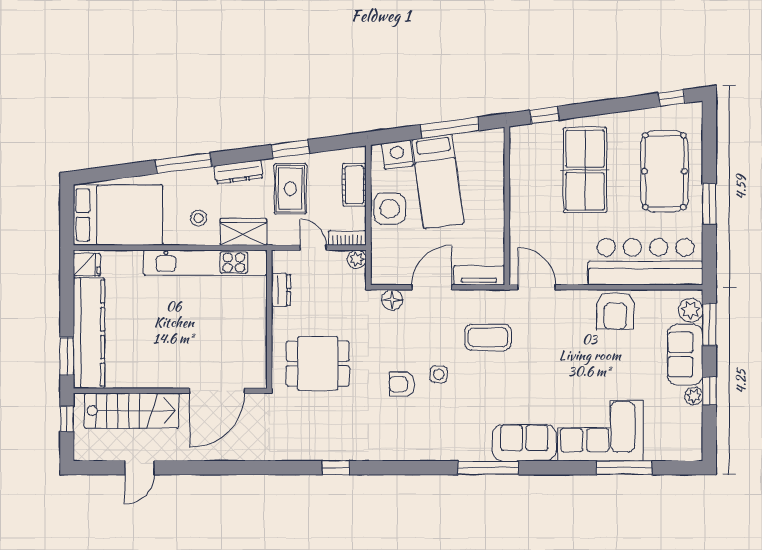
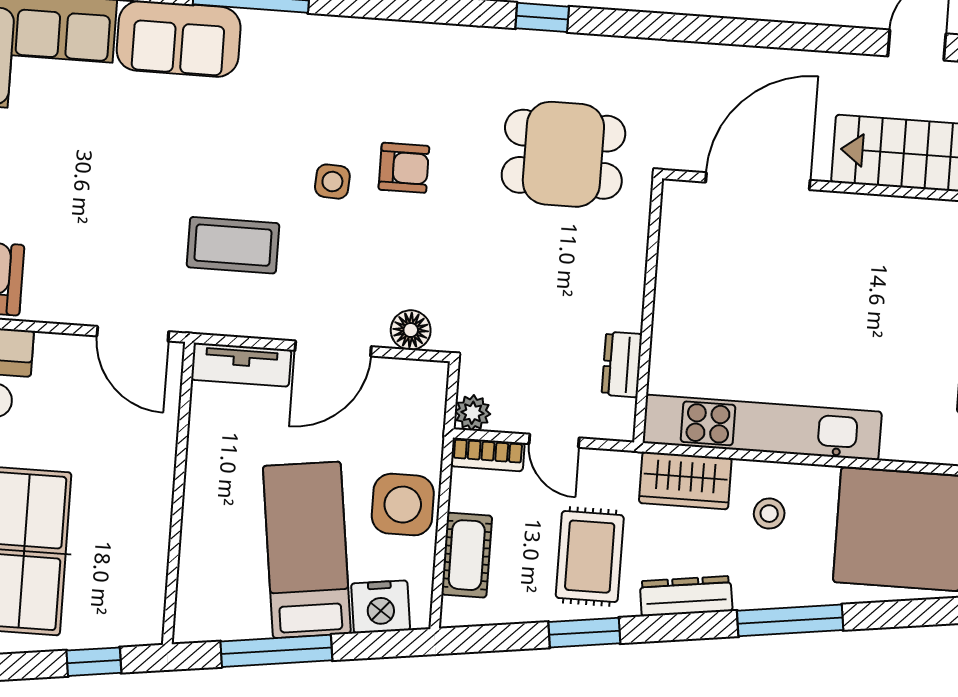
dining table: (318, 364) -> (563, 154), moved

